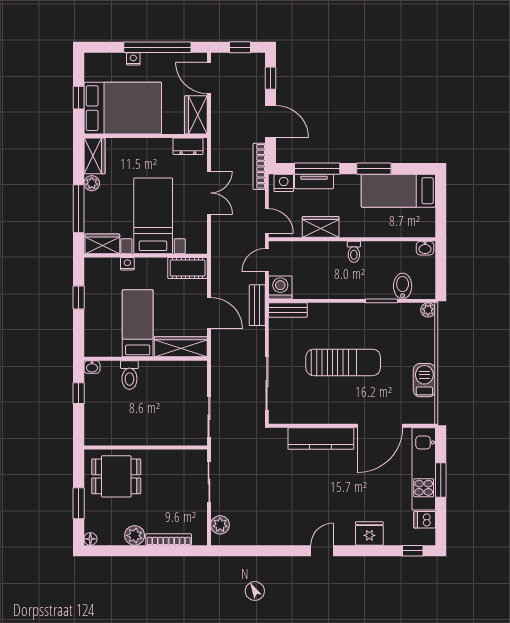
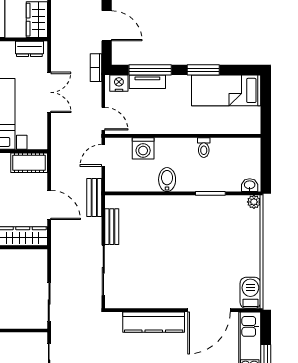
bookcase: (259, 166) -> (96, 68), width x0.64
wardrobe: (321, 227) -> (153, 124), removed
washbasin: (425, 248) -> (250, 185), moved, turned 180
toilet: (354, 252) -> (204, 148), moved
bidet: (403, 286) -> (167, 180), moved
washing machine: (280, 287) -> (143, 148), moved, turned 180
bench: (288, 310) -> (112, 227), moved, turned 90
sun lounger: (343, 362) -> (174, 251), removed
barbecue: (424, 380) -> (250, 293), moved

